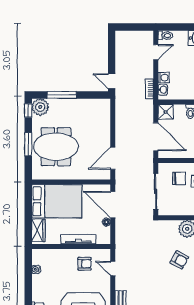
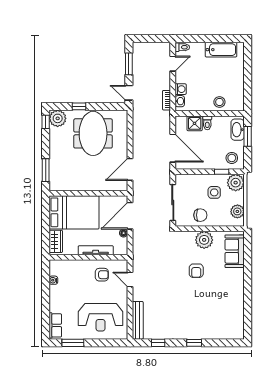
window: (112, 52) -> (129, 64), added
window: (62, 95) -> (79, 106), width x0.46
shower: (166, 112) -> (195, 123), moved
window: (28, 144) -> (46, 170), moved
meeting table: (56, 147) -> (93, 133), moved, turned 90
chair: (179, 178) -> (200, 215), moved
door: (113, 205) -> (130, 216), hinge flipped
armchair: (179, 260) -> (196, 271), turned 61

